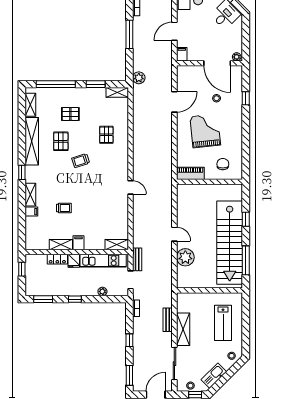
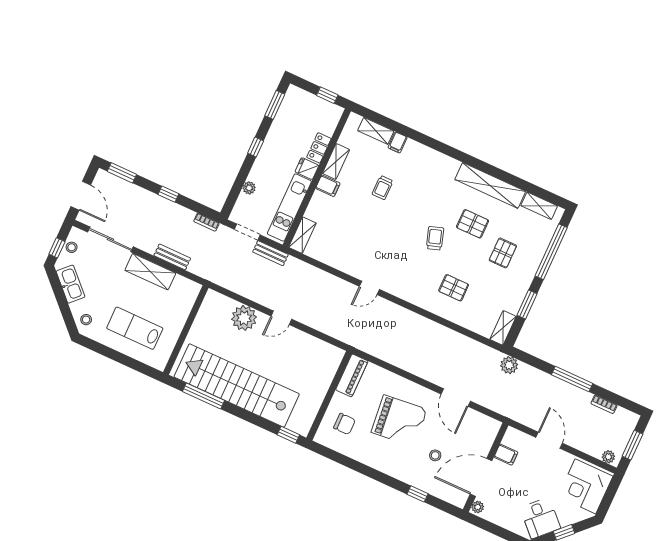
filing cabinet: (182, 54) -> (506, 455), moved
window: (22, 172) -> (455, 154), removed
shelving: (30, 195) -> (376, 131), moved
window: (246, 219) -> (288, 435), moved

